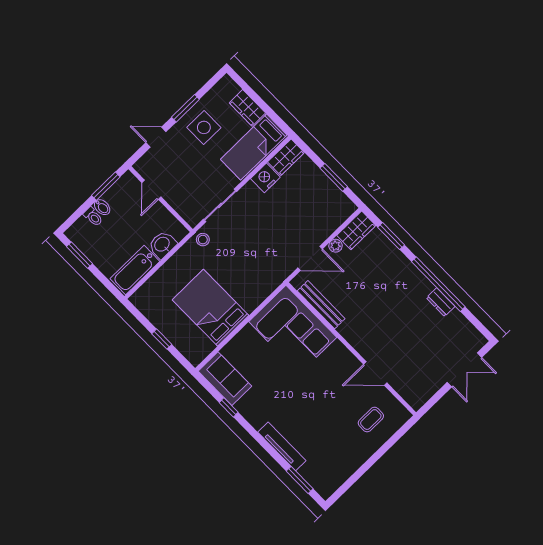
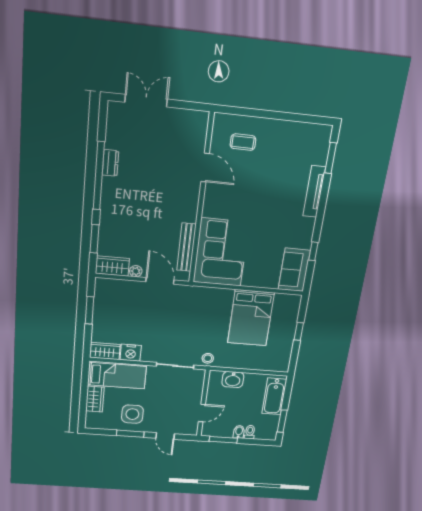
bathtub: (135, 270) -> (274, 396), moved, turned 90

